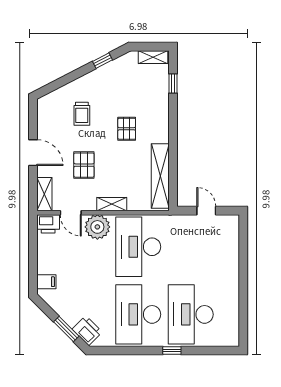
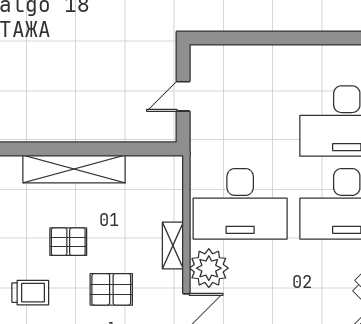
pallet: (127, 129) -> (68, 242), moved
shelving: (160, 176) -> (74, 169), moved

